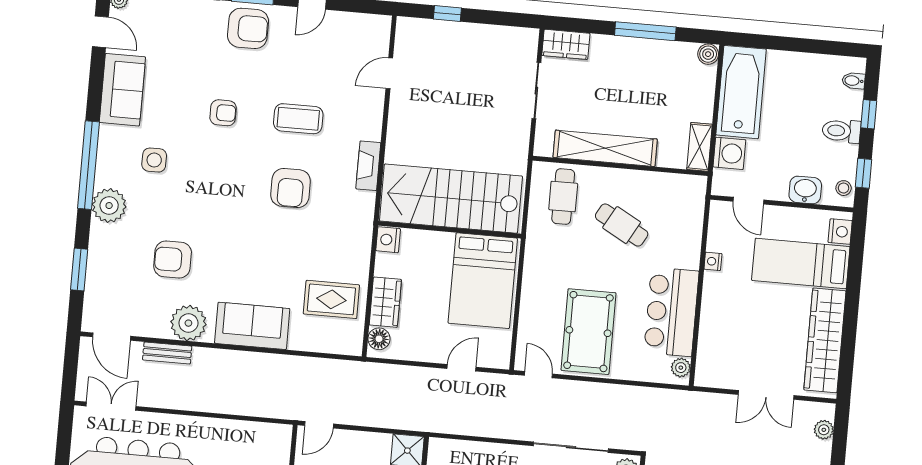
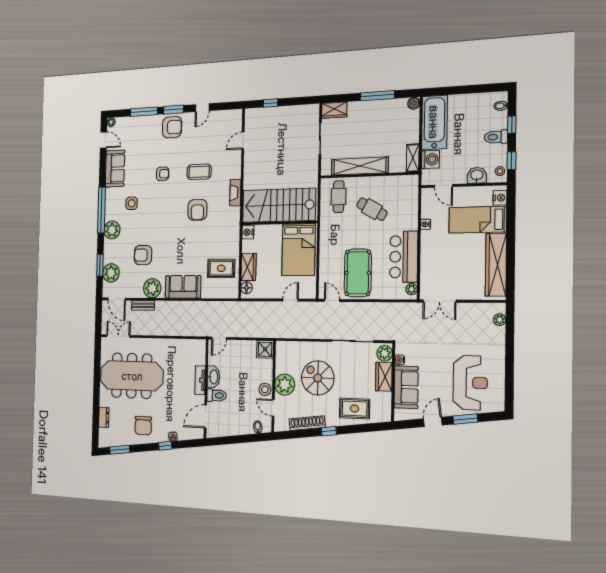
plant: (102, 286) -> (111, 273), added
double door: (766, 395) -> (439, 301), moved

